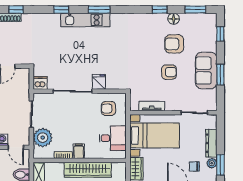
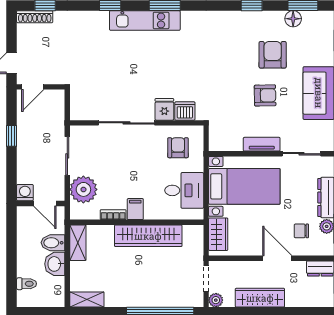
floor lamp: (174, 19) -> (293, 19), moved
armchair: (174, 44) -> (273, 55), turned 90
dishwasher: (40, 83) -> (185, 111), moved
tv unit: (152, 106) -> (262, 144), moved
armchair: (108, 109) -> (178, 148), turned 90

